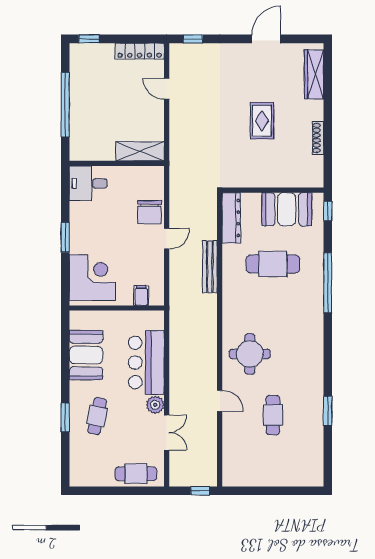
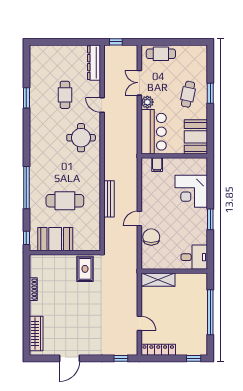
rug: (262, 121) -> (85, 269), moved
dresser: (231, 218) -> (94, 63), moved
filing cabinet: (141, 296) -> (157, 165), moved
wall: (117, 308) -> (174, 156), moved

